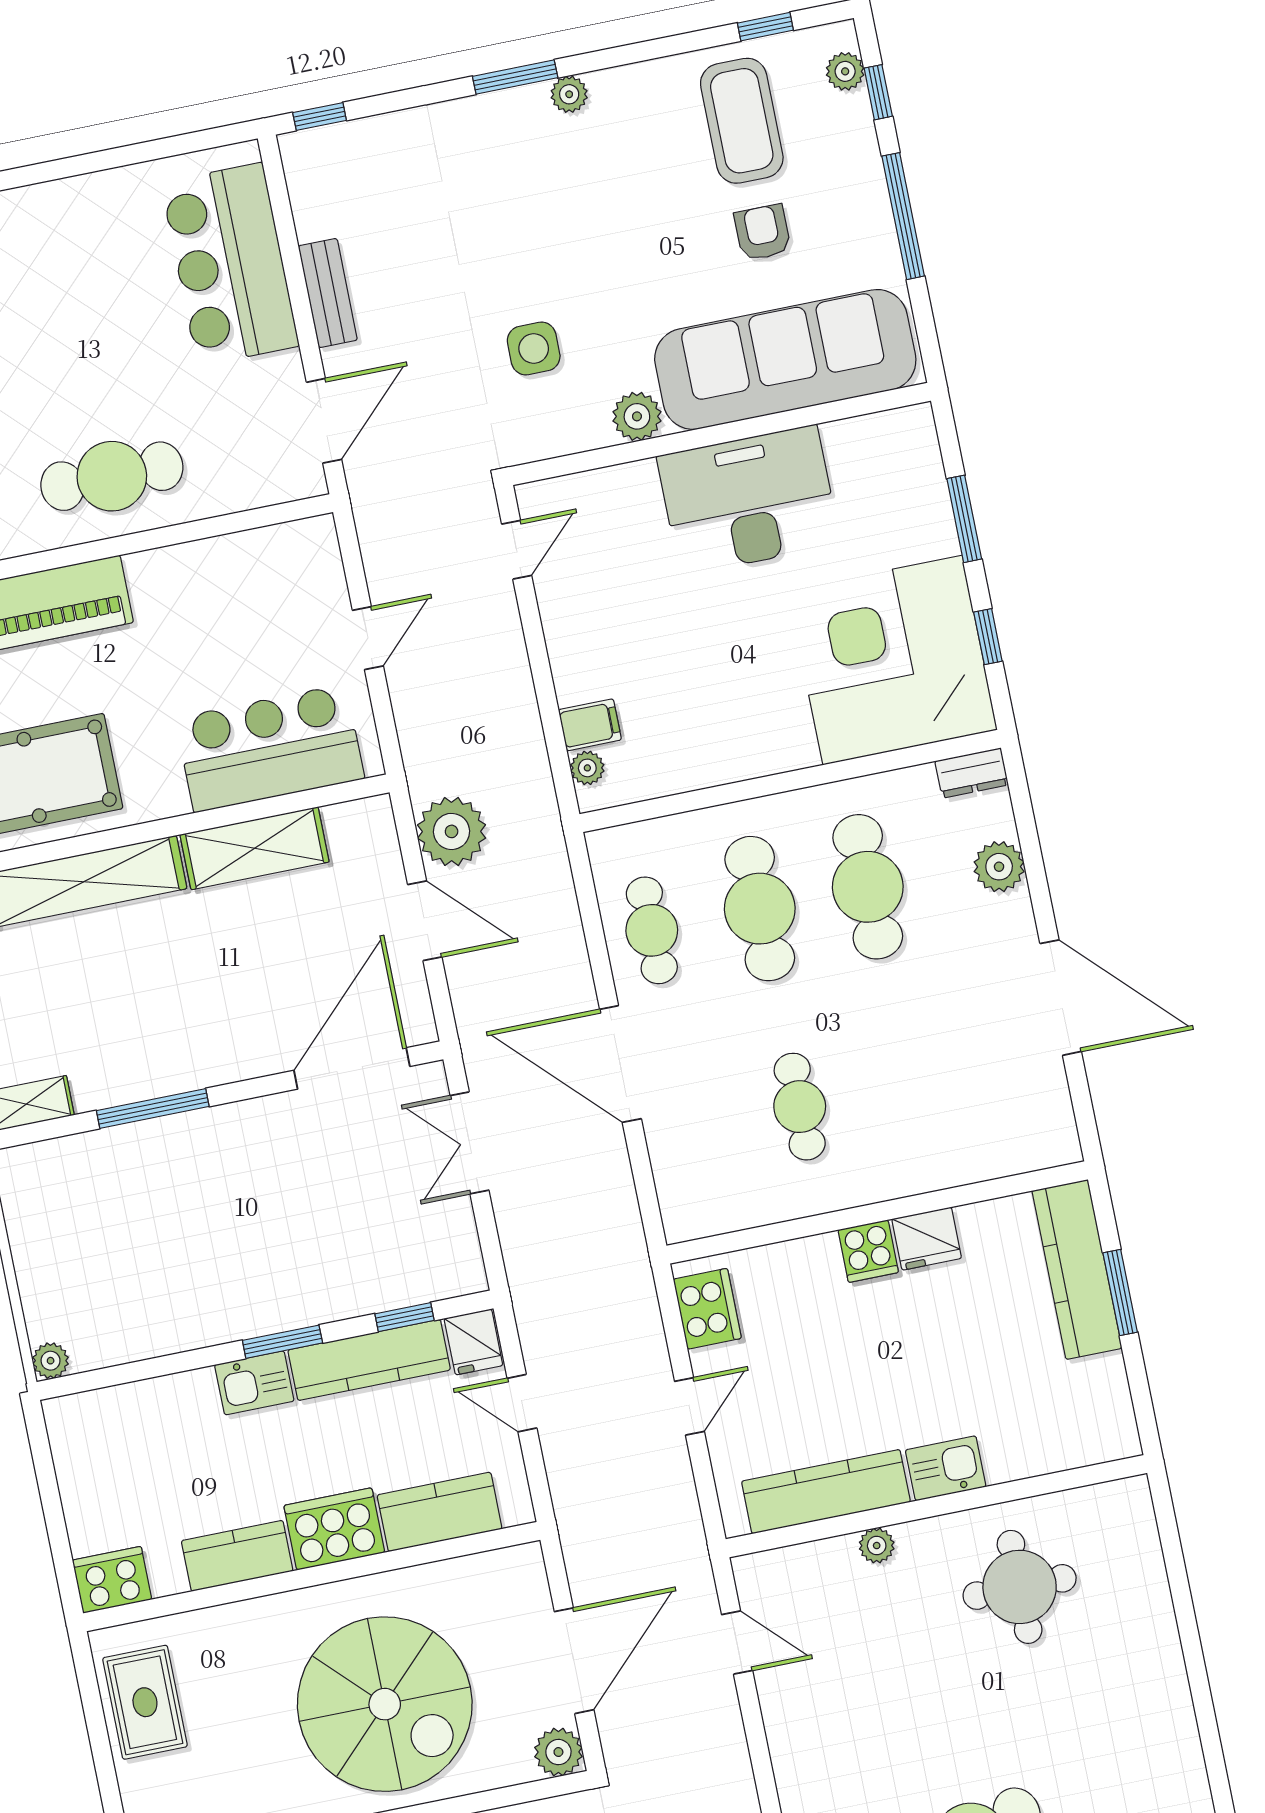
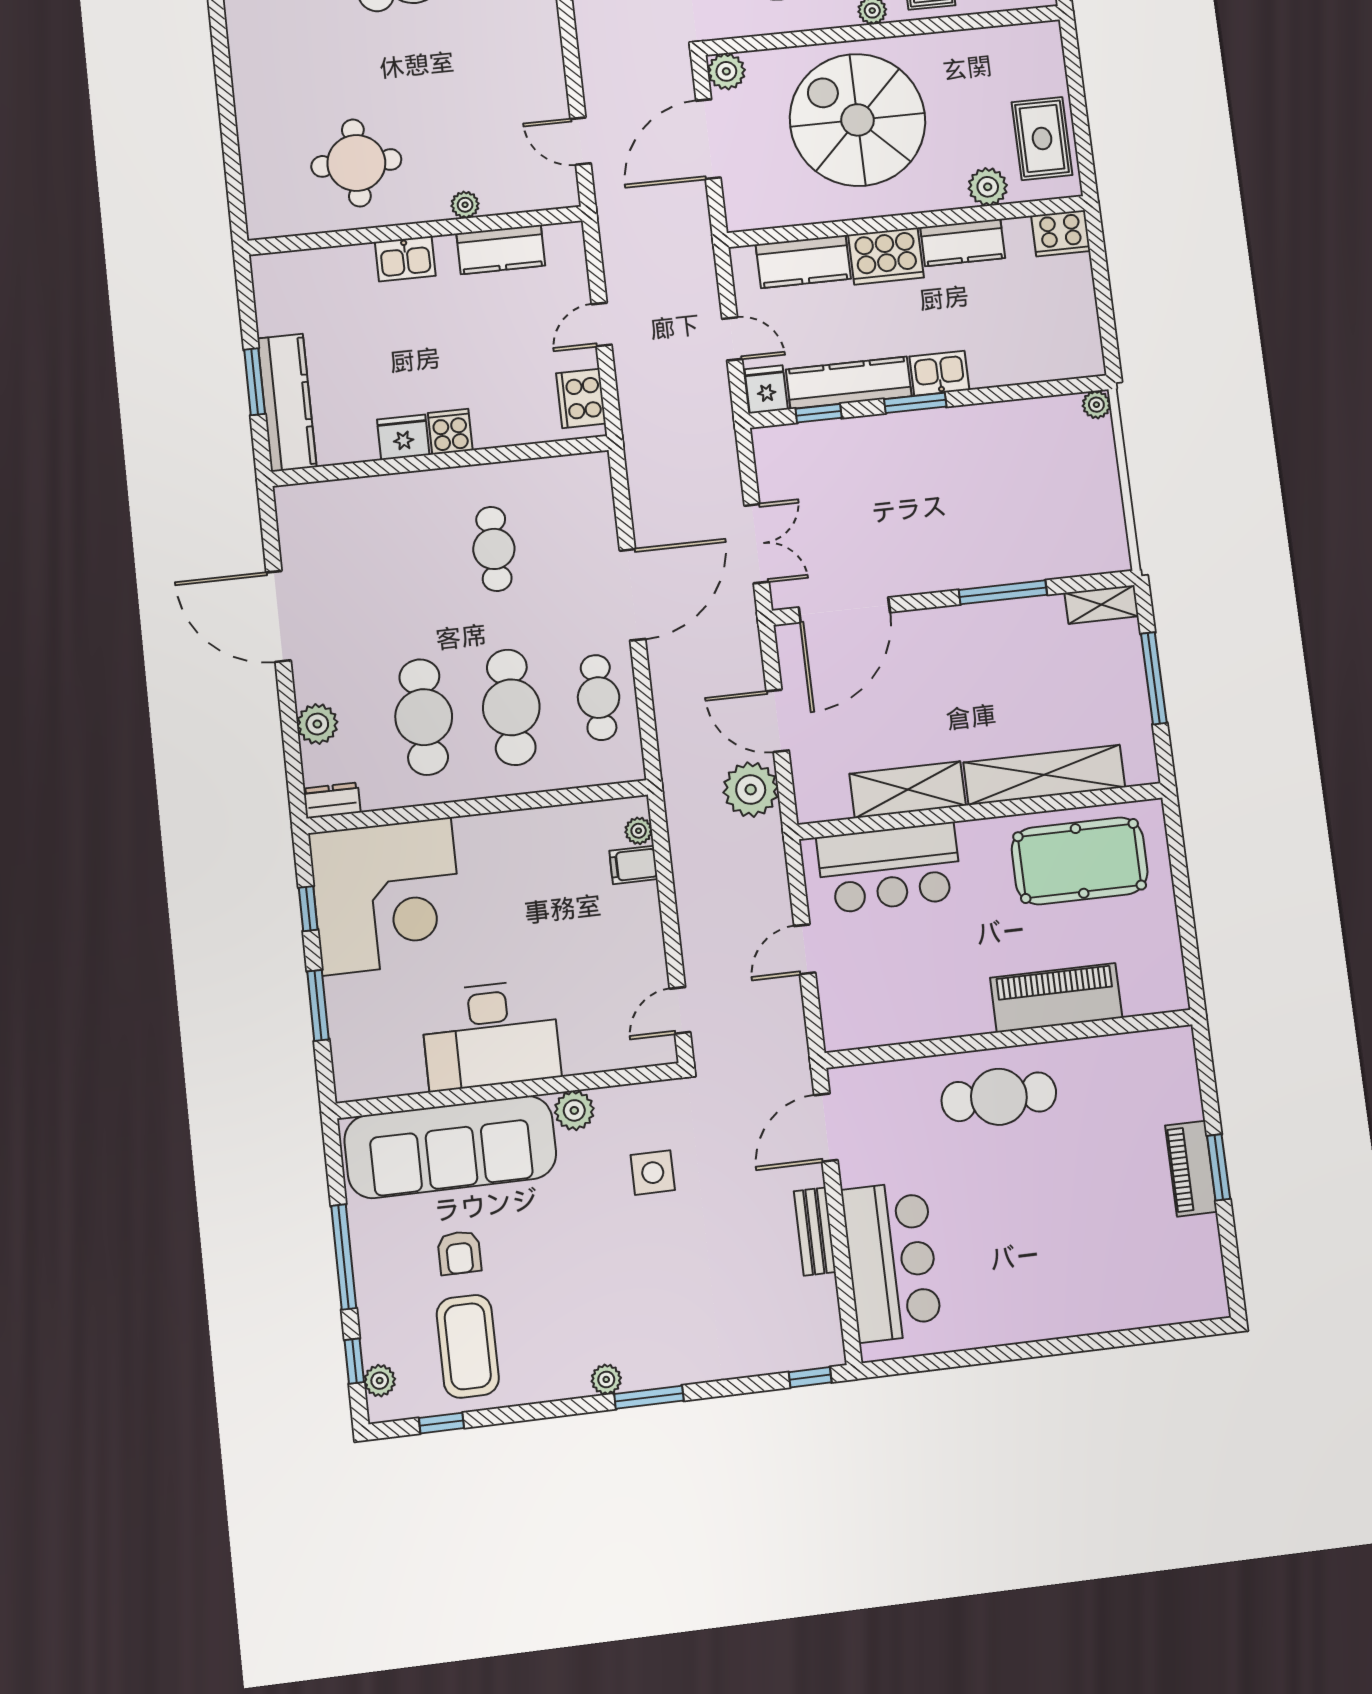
door: (620, 1064) -> (633, 595), hinge flipped
kitchen counter: (826, 1492) -> (501, 250), width x0.67
plant: (210, 1632) -> (988, 187), added

